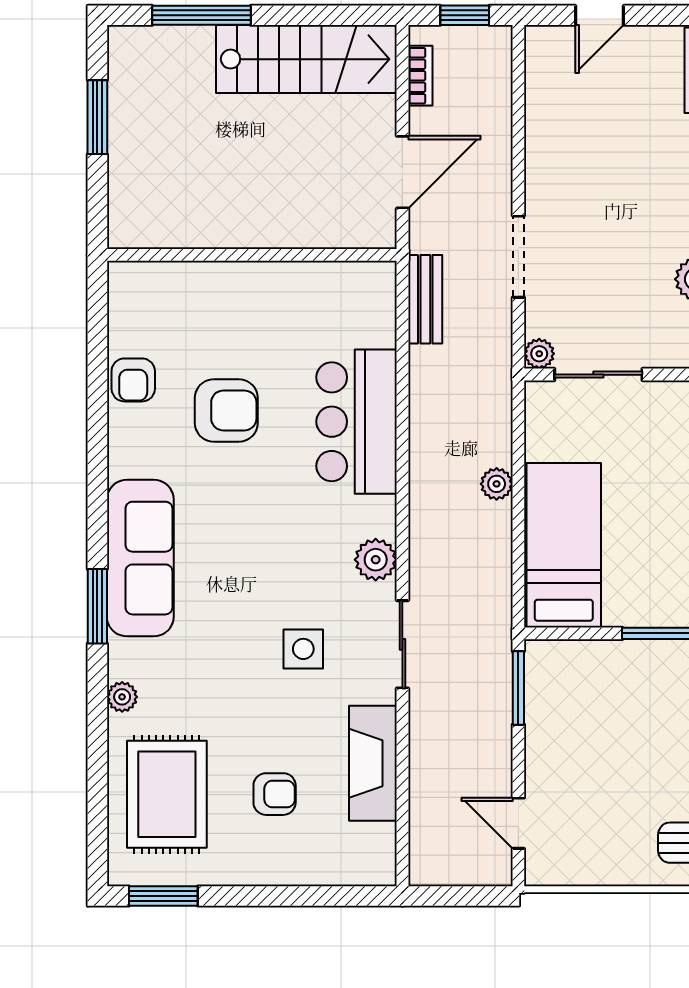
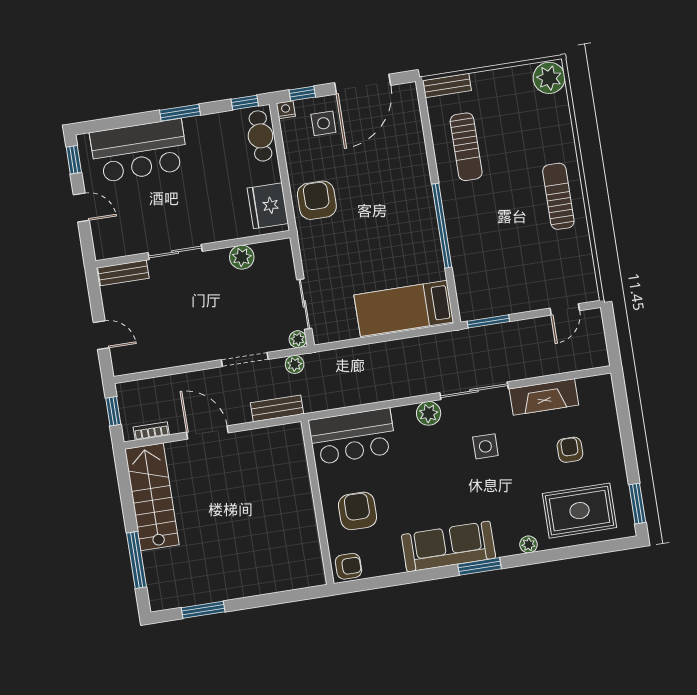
wall: (252, 255) -> (317, 502), moved
plant: (497, 484) -> (295, 364), moved
sliding door: (402, 644) -> (474, 391), width x1.37

